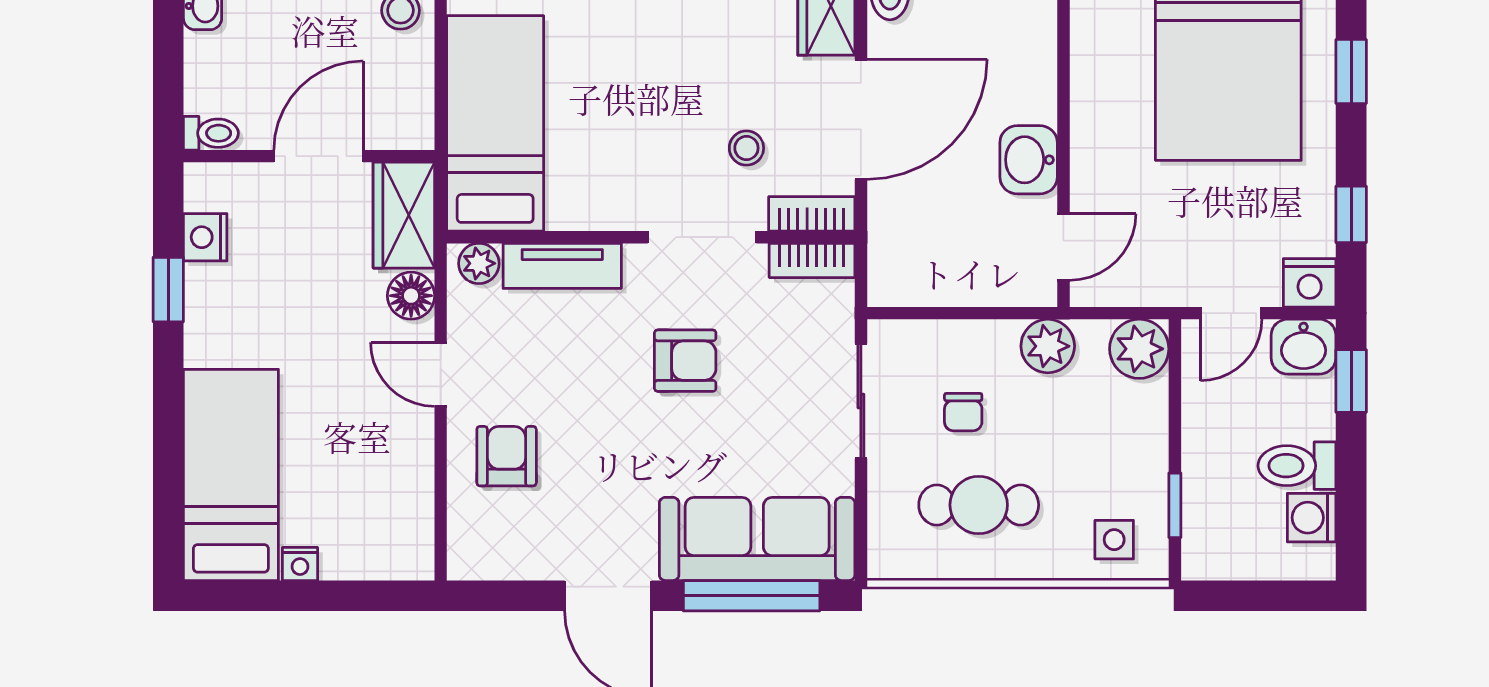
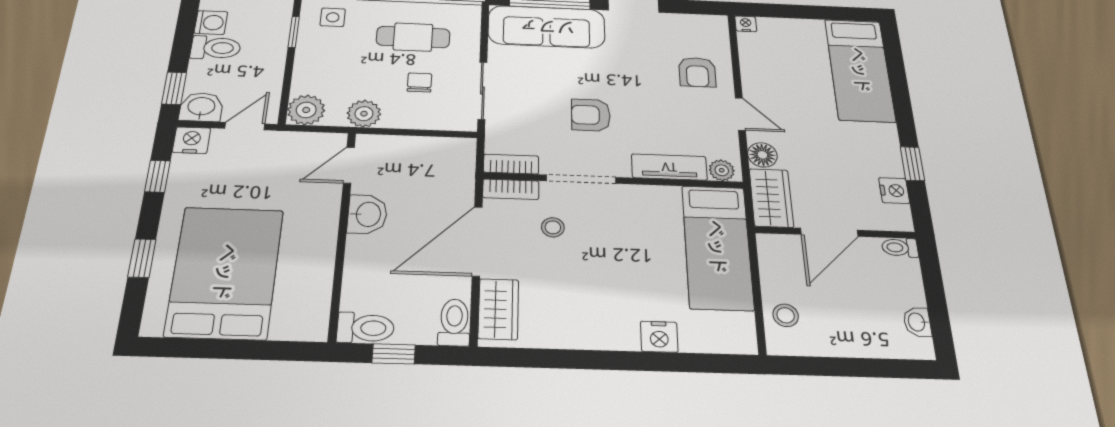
nightstand: (300, 564) -> (746, 24), moved

